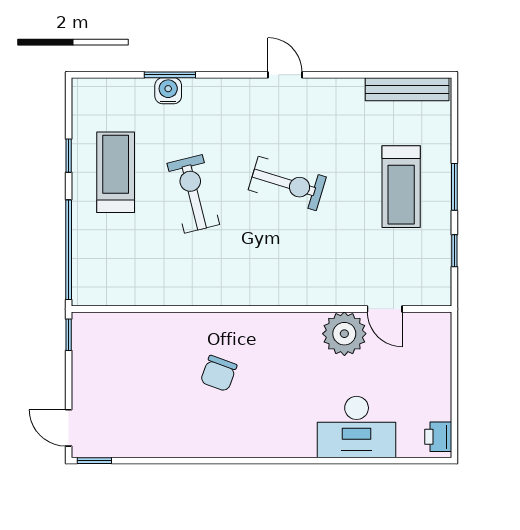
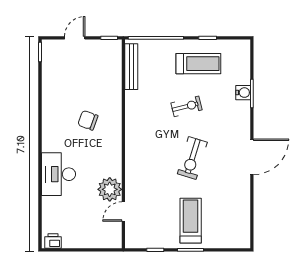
door: (285, 75) -> (252, 157), width x1.87
bench: (407, 89) -> (131, 67), moved
treadmill: (401, 187) -> (191, 221), turned 90
exercise bike: (193, 194) -> (187, 106), width x0.73, depth x0.72
desk: (357, 427) -> (58, 174), moved
door: (69, 428) -> (75, 38), moved

